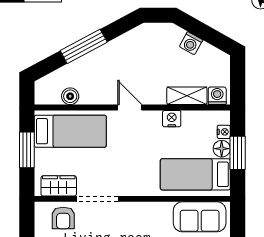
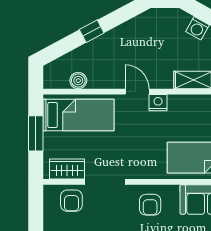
window: (84, 46) -> (92, 31), width x0.46
nightstand: (172, 119) -> (158, 103), moved
armchair: (143, 222) -> (150, 205), added

